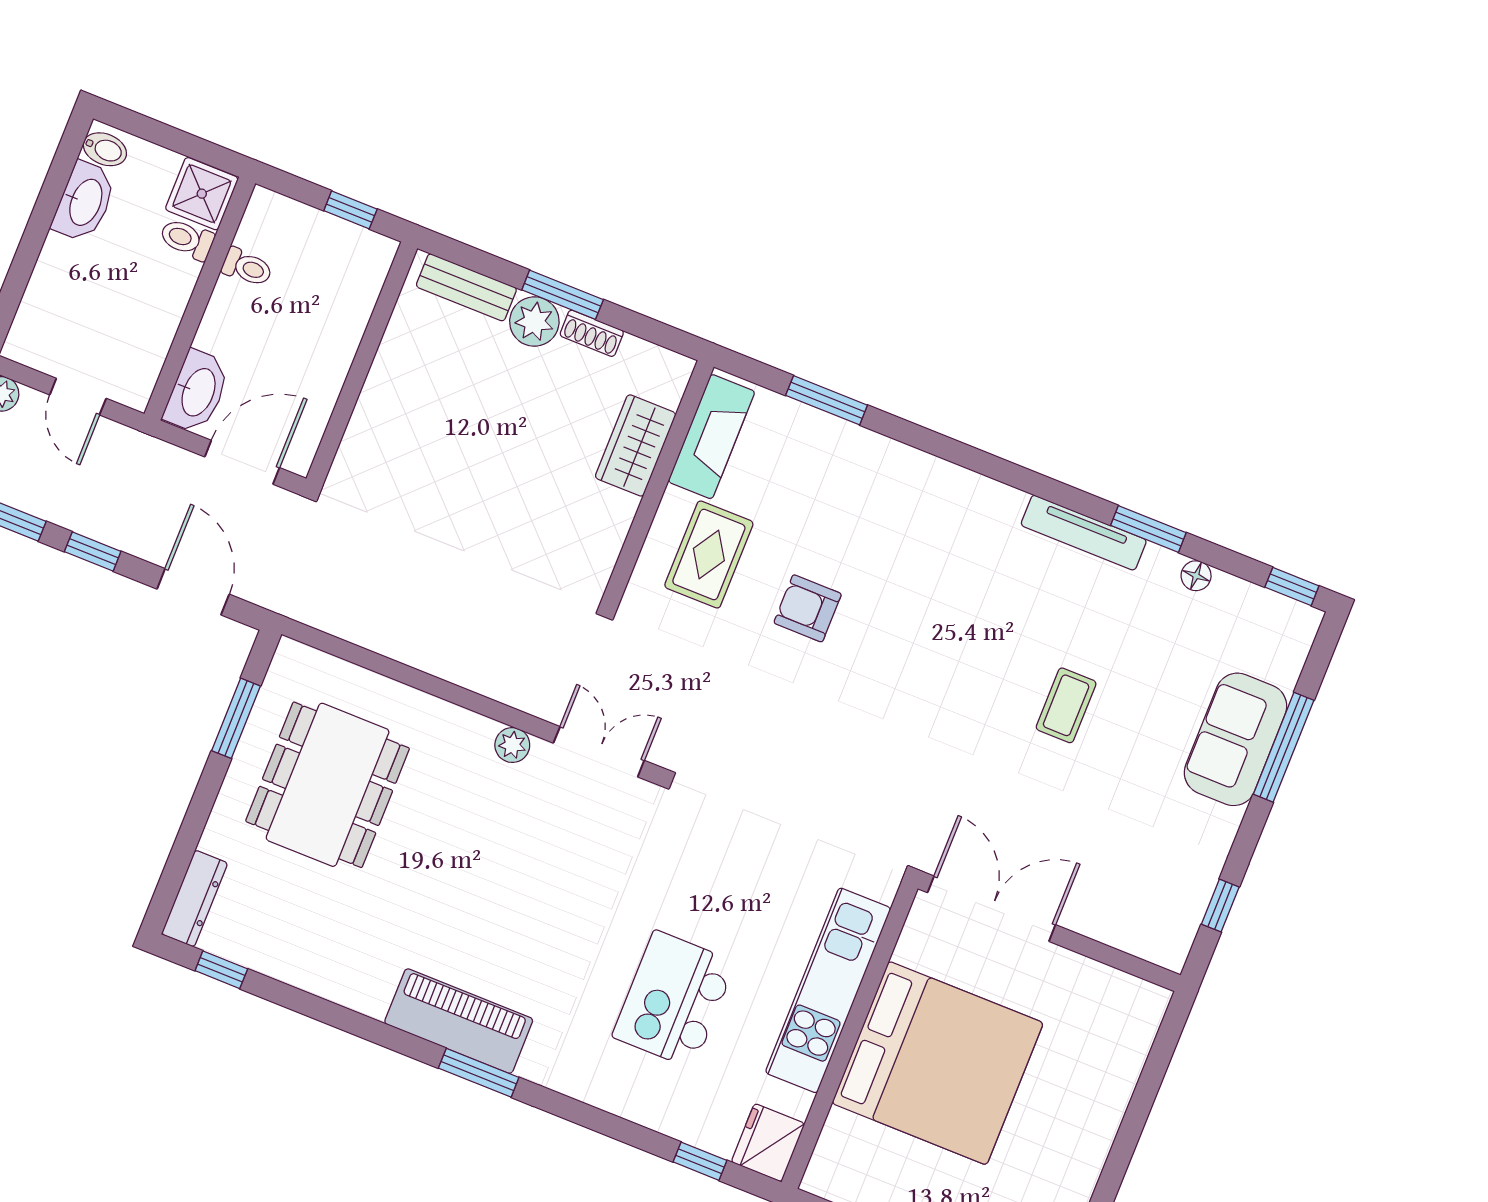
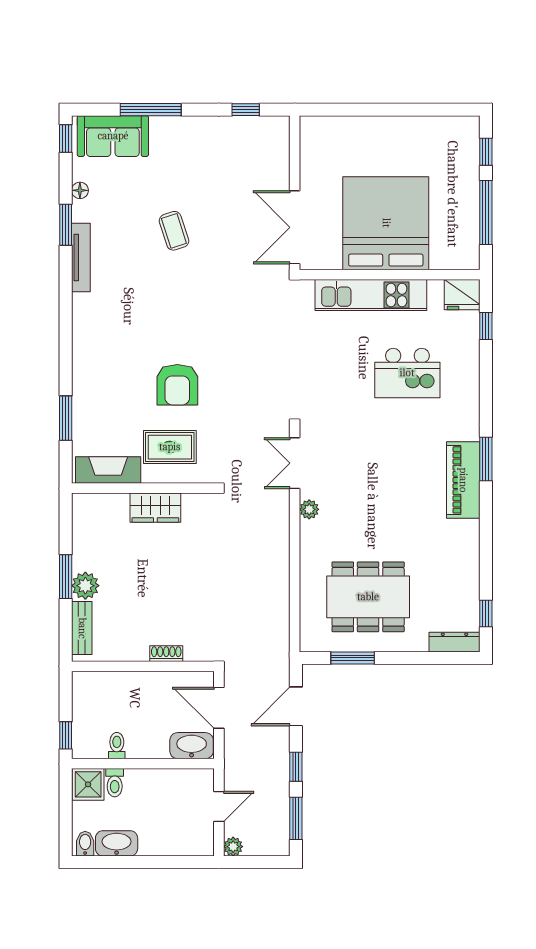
window: (350, 210) -> (66, 735), moved
shoe rack: (592, 333) -> (166, 654), moved, turned -90
wardrobe: (635, 445) -> (155, 508), moved
armchair: (808, 608) -> (177, 385), width x1.38, depth x1.38
coffee table: (1066, 705) -> (174, 231), turned 72
sofa: (1236, 739) -> (113, 136), moved

